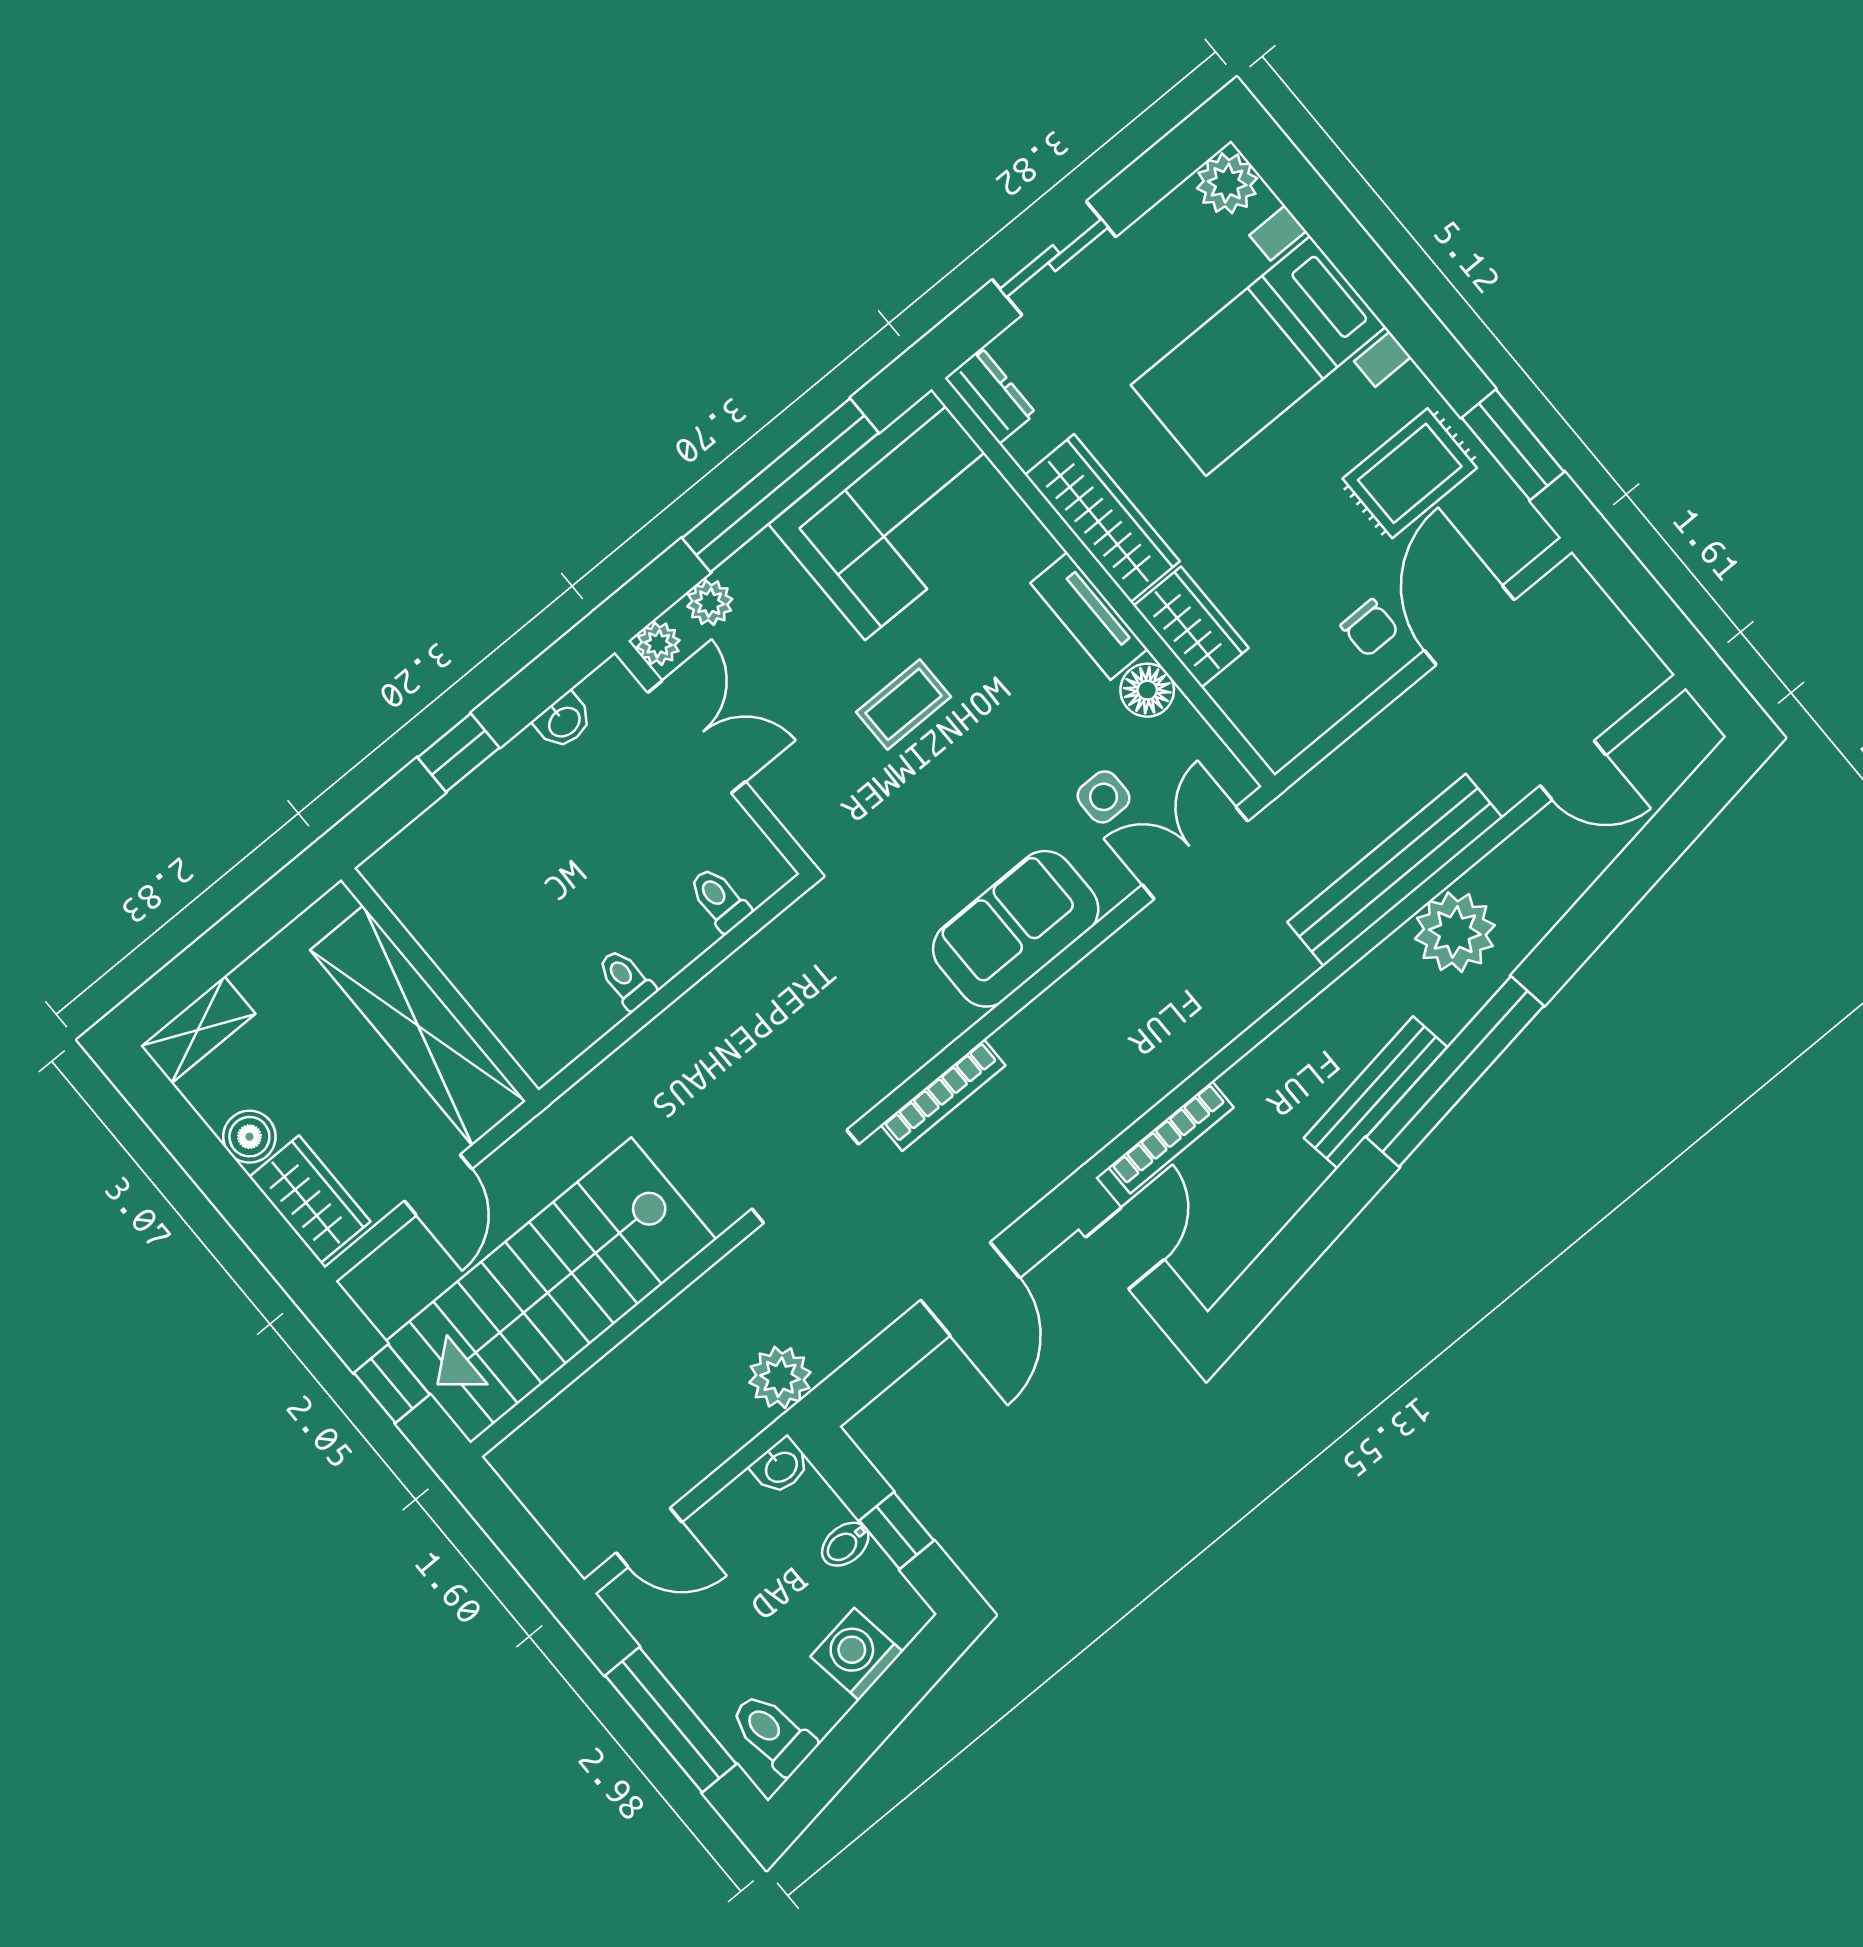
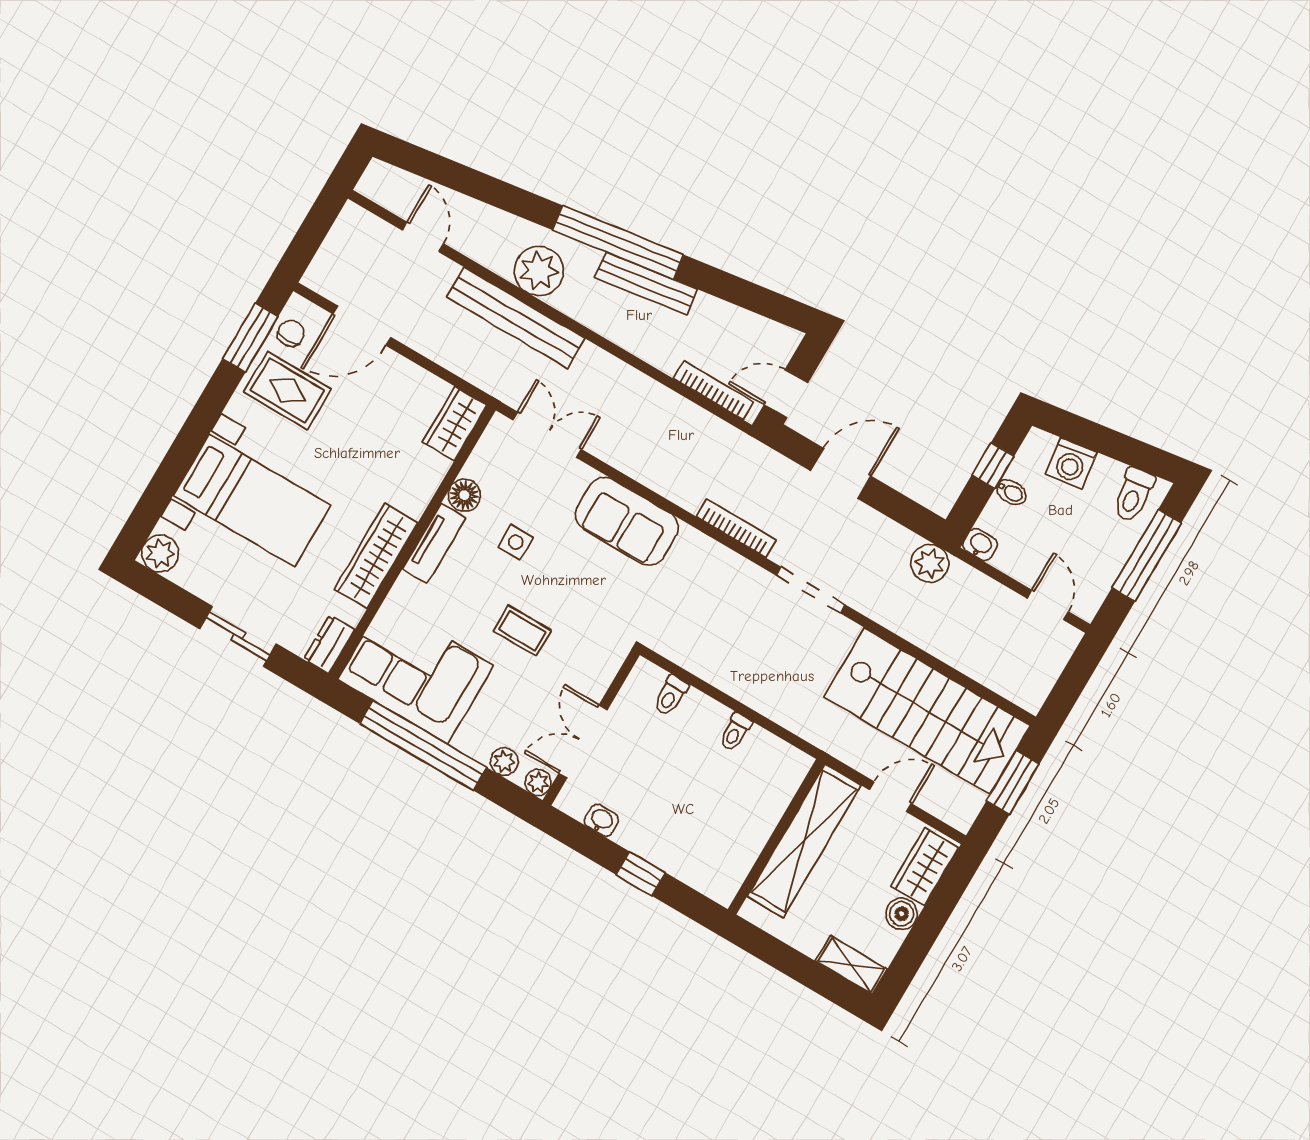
wardrobe: (1191, 627) -> (455, 423), moved
chair: (1370, 628) -> (291, 333), moved
side table: (1104, 797) -> (516, 542), moved
double door: (1195, 853) -> (547, 435), swing flipped
window: (392, 1384) -> (1013, 783), width x1.50

